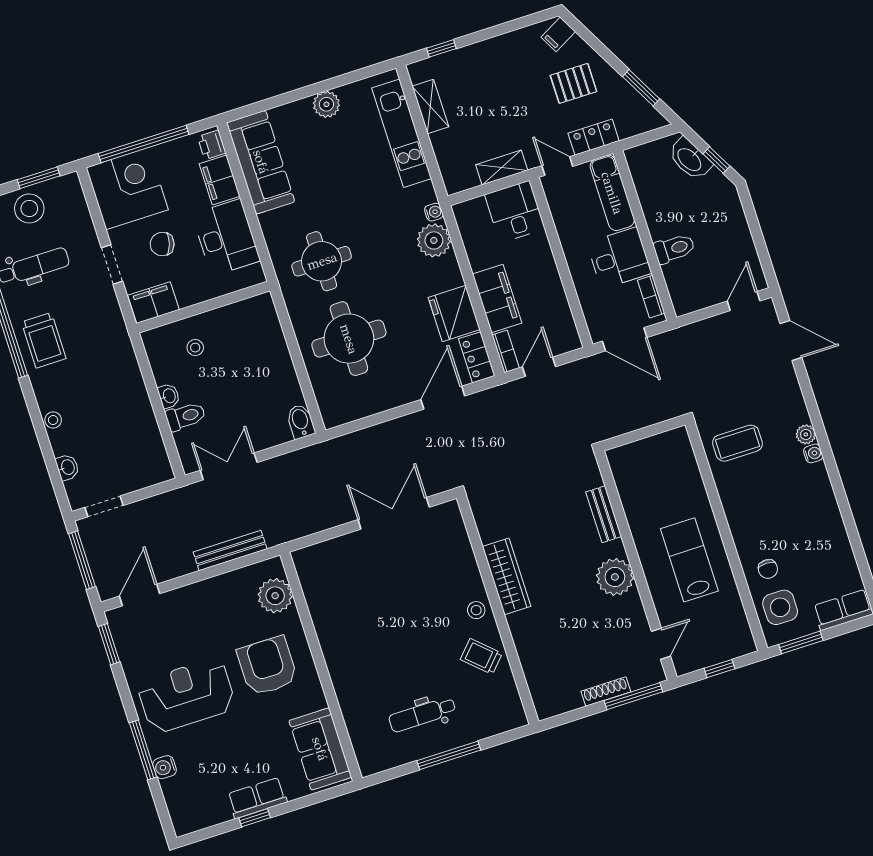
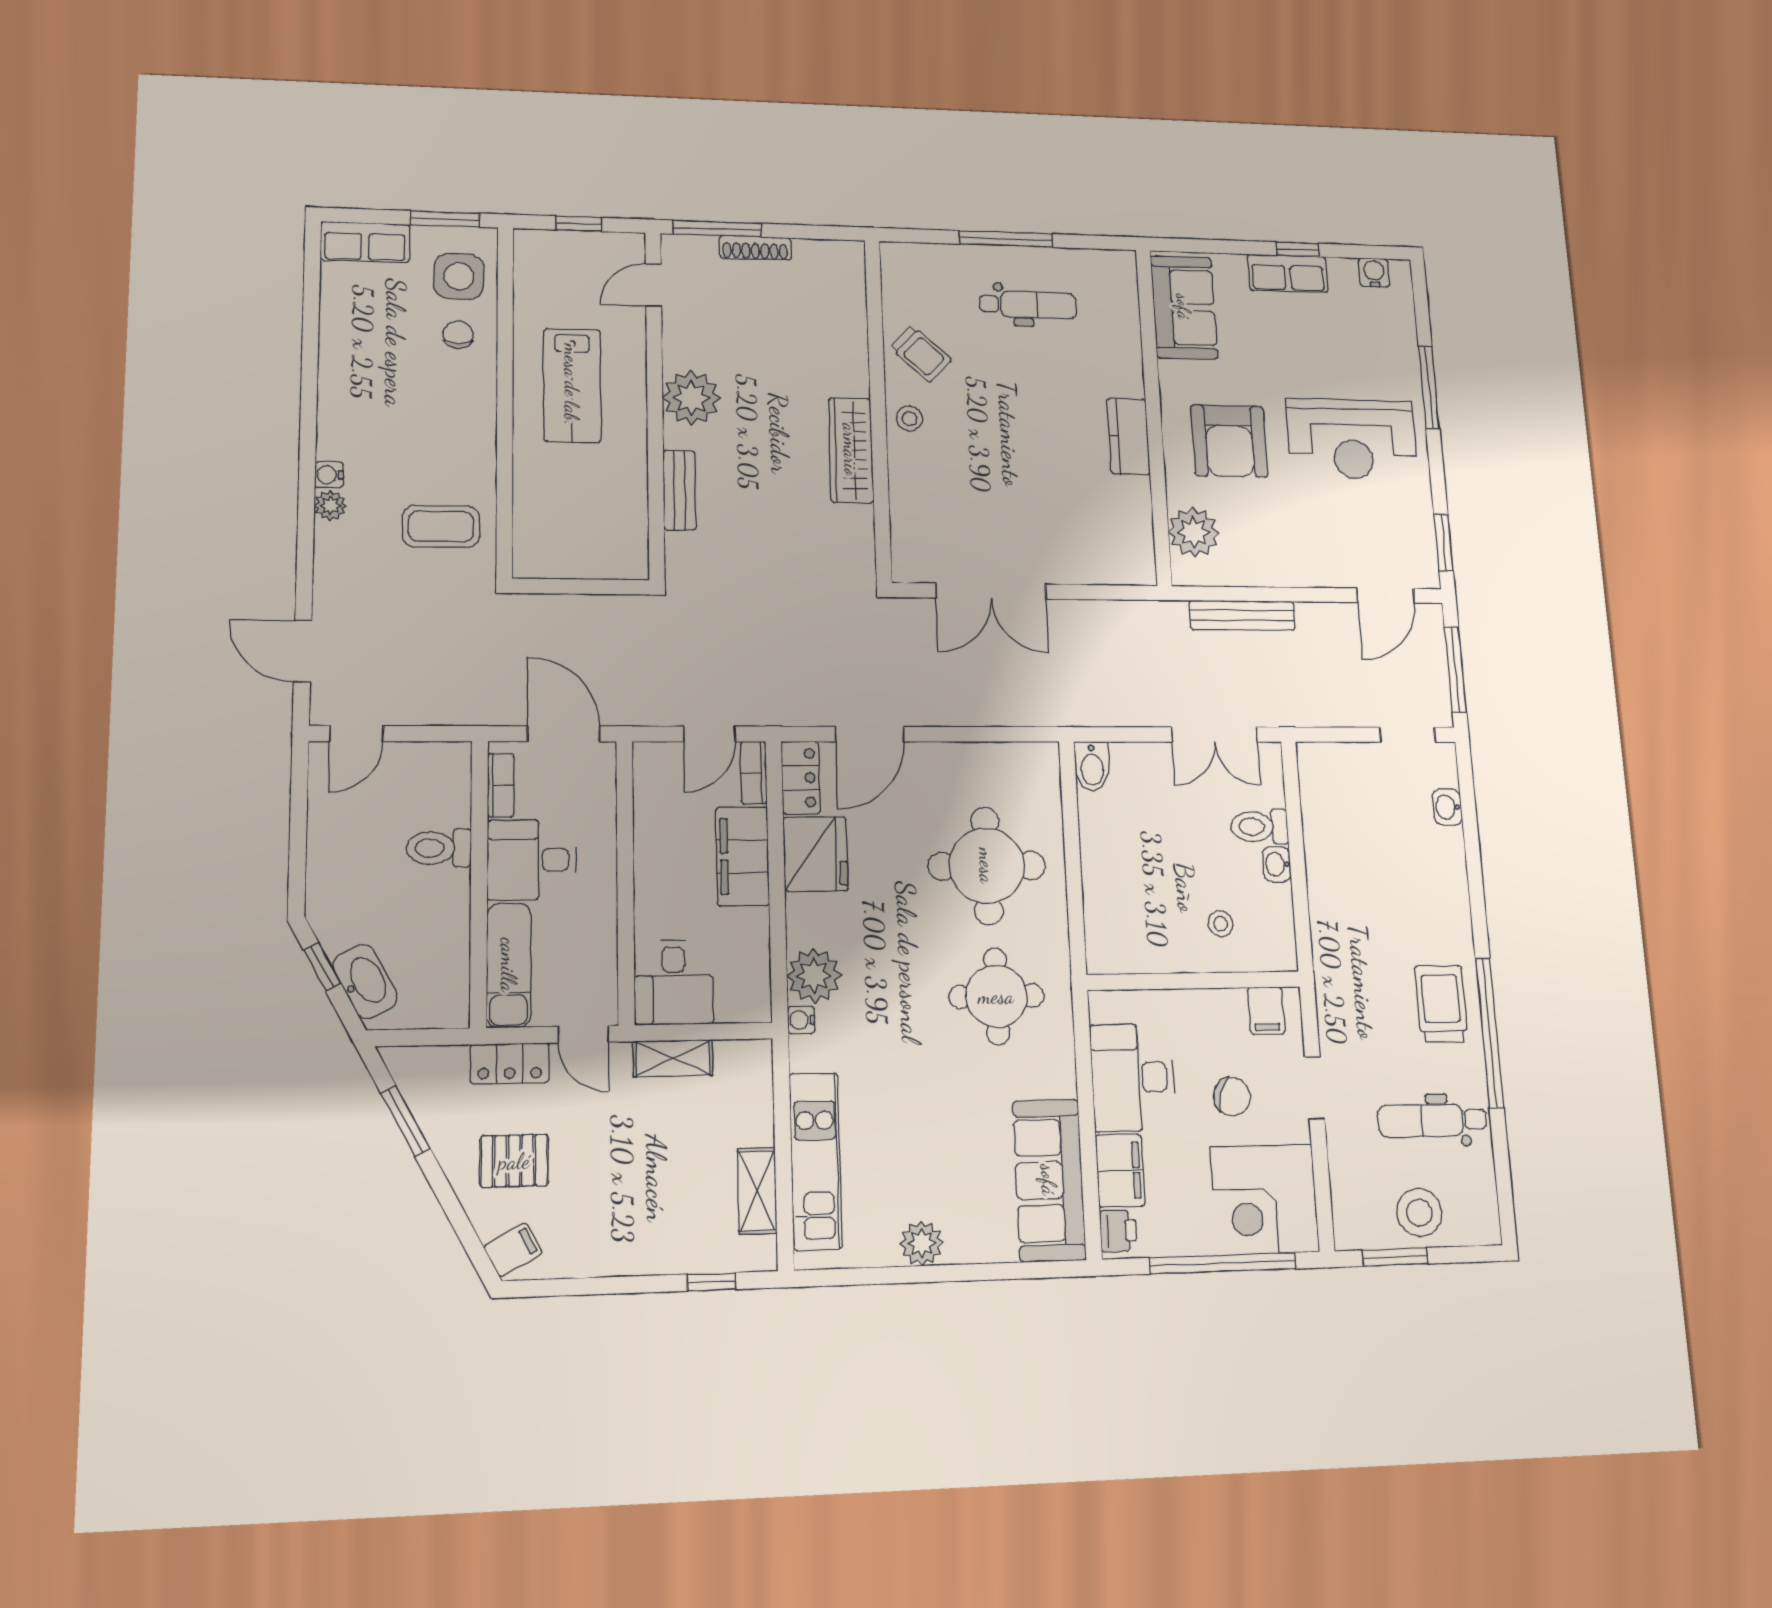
filing cabinet: (153, 303) -> (1266, 1011), width x0.50
stool: (53, 420) -> (1453, 882), removed
kitchen counter: (334, 646) -> (1129, 436), added
water cooler: (165, 767) -> (1374, 273), moved, turned -90

